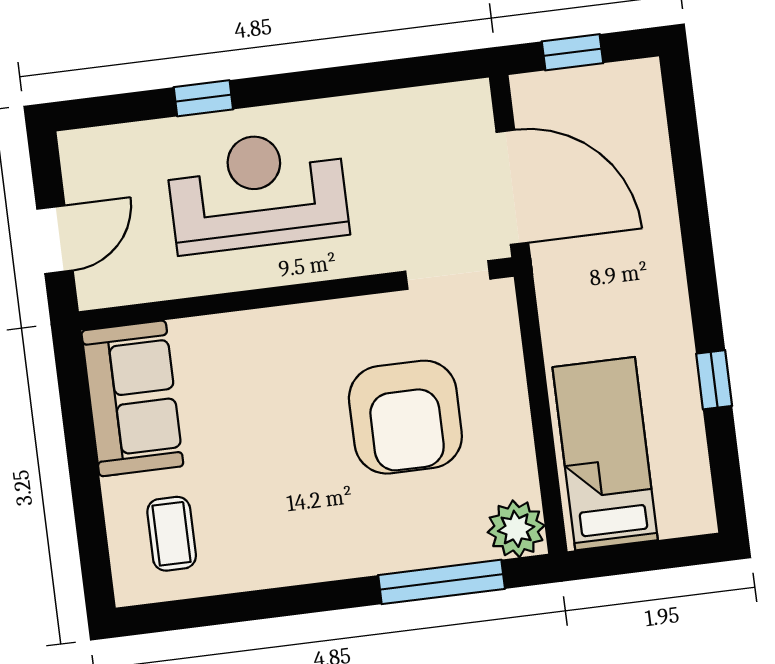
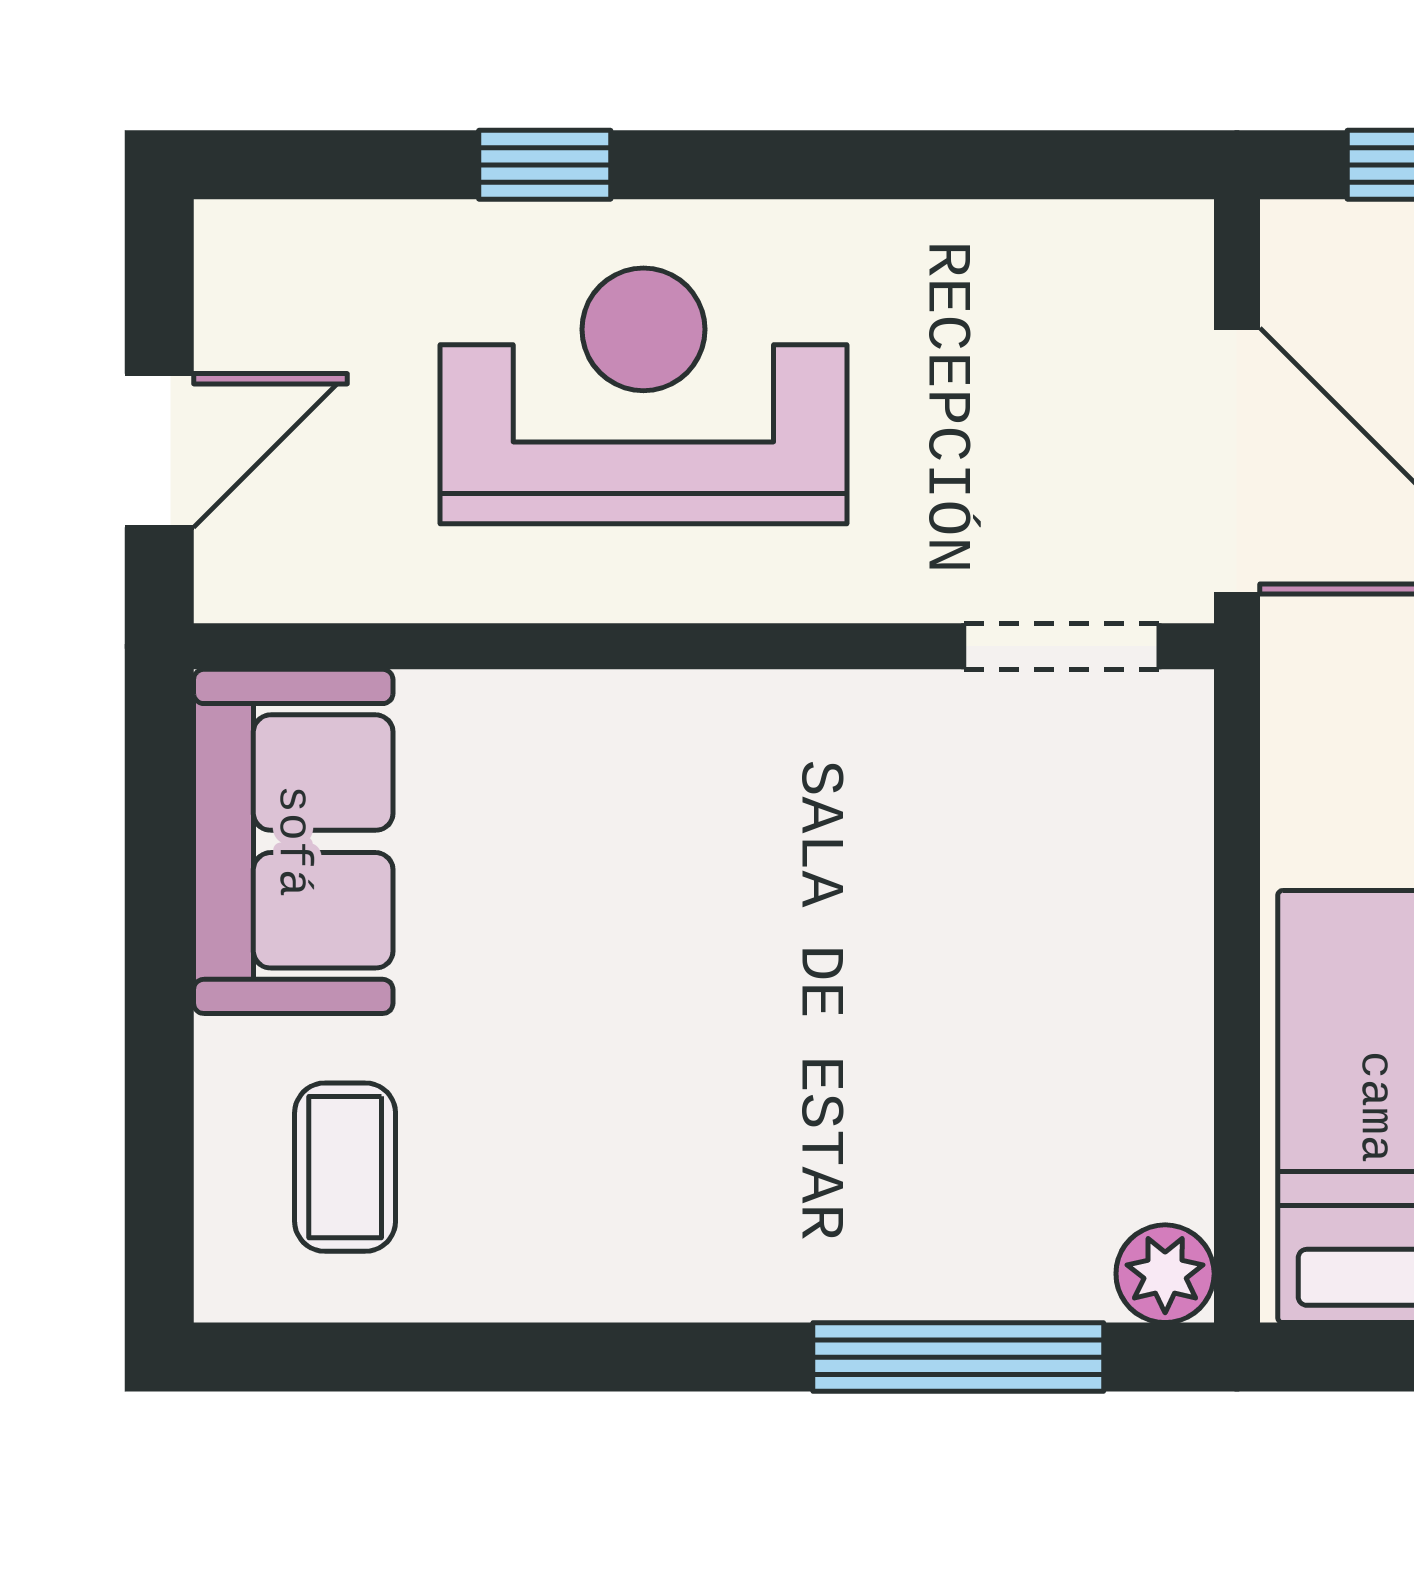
armchair: (405, 417) -> (922, 964), removed
plant: (516, 529) -> (1165, 1274), width x0.73, depth x0.73

